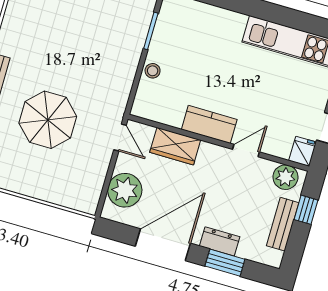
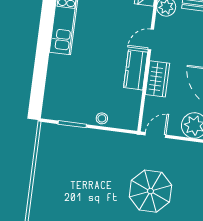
wardrobe: (175, 146) -> (157, 79), moved
door: (246, 151) -> (151, 39), hinge flipped

